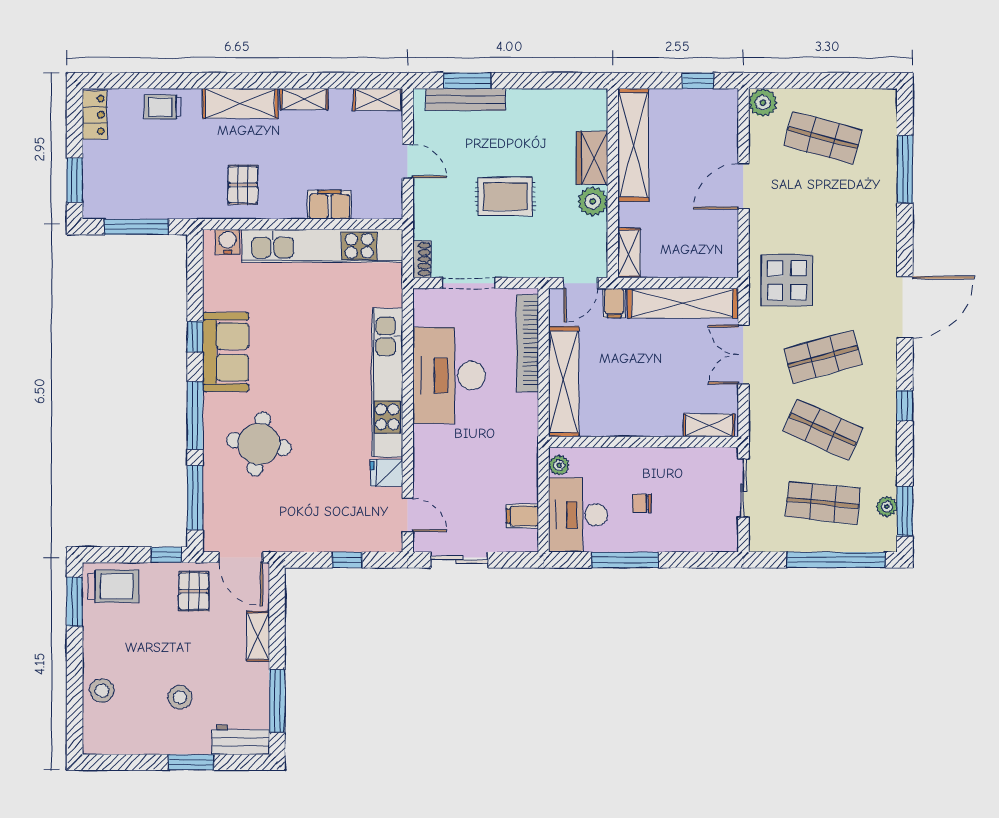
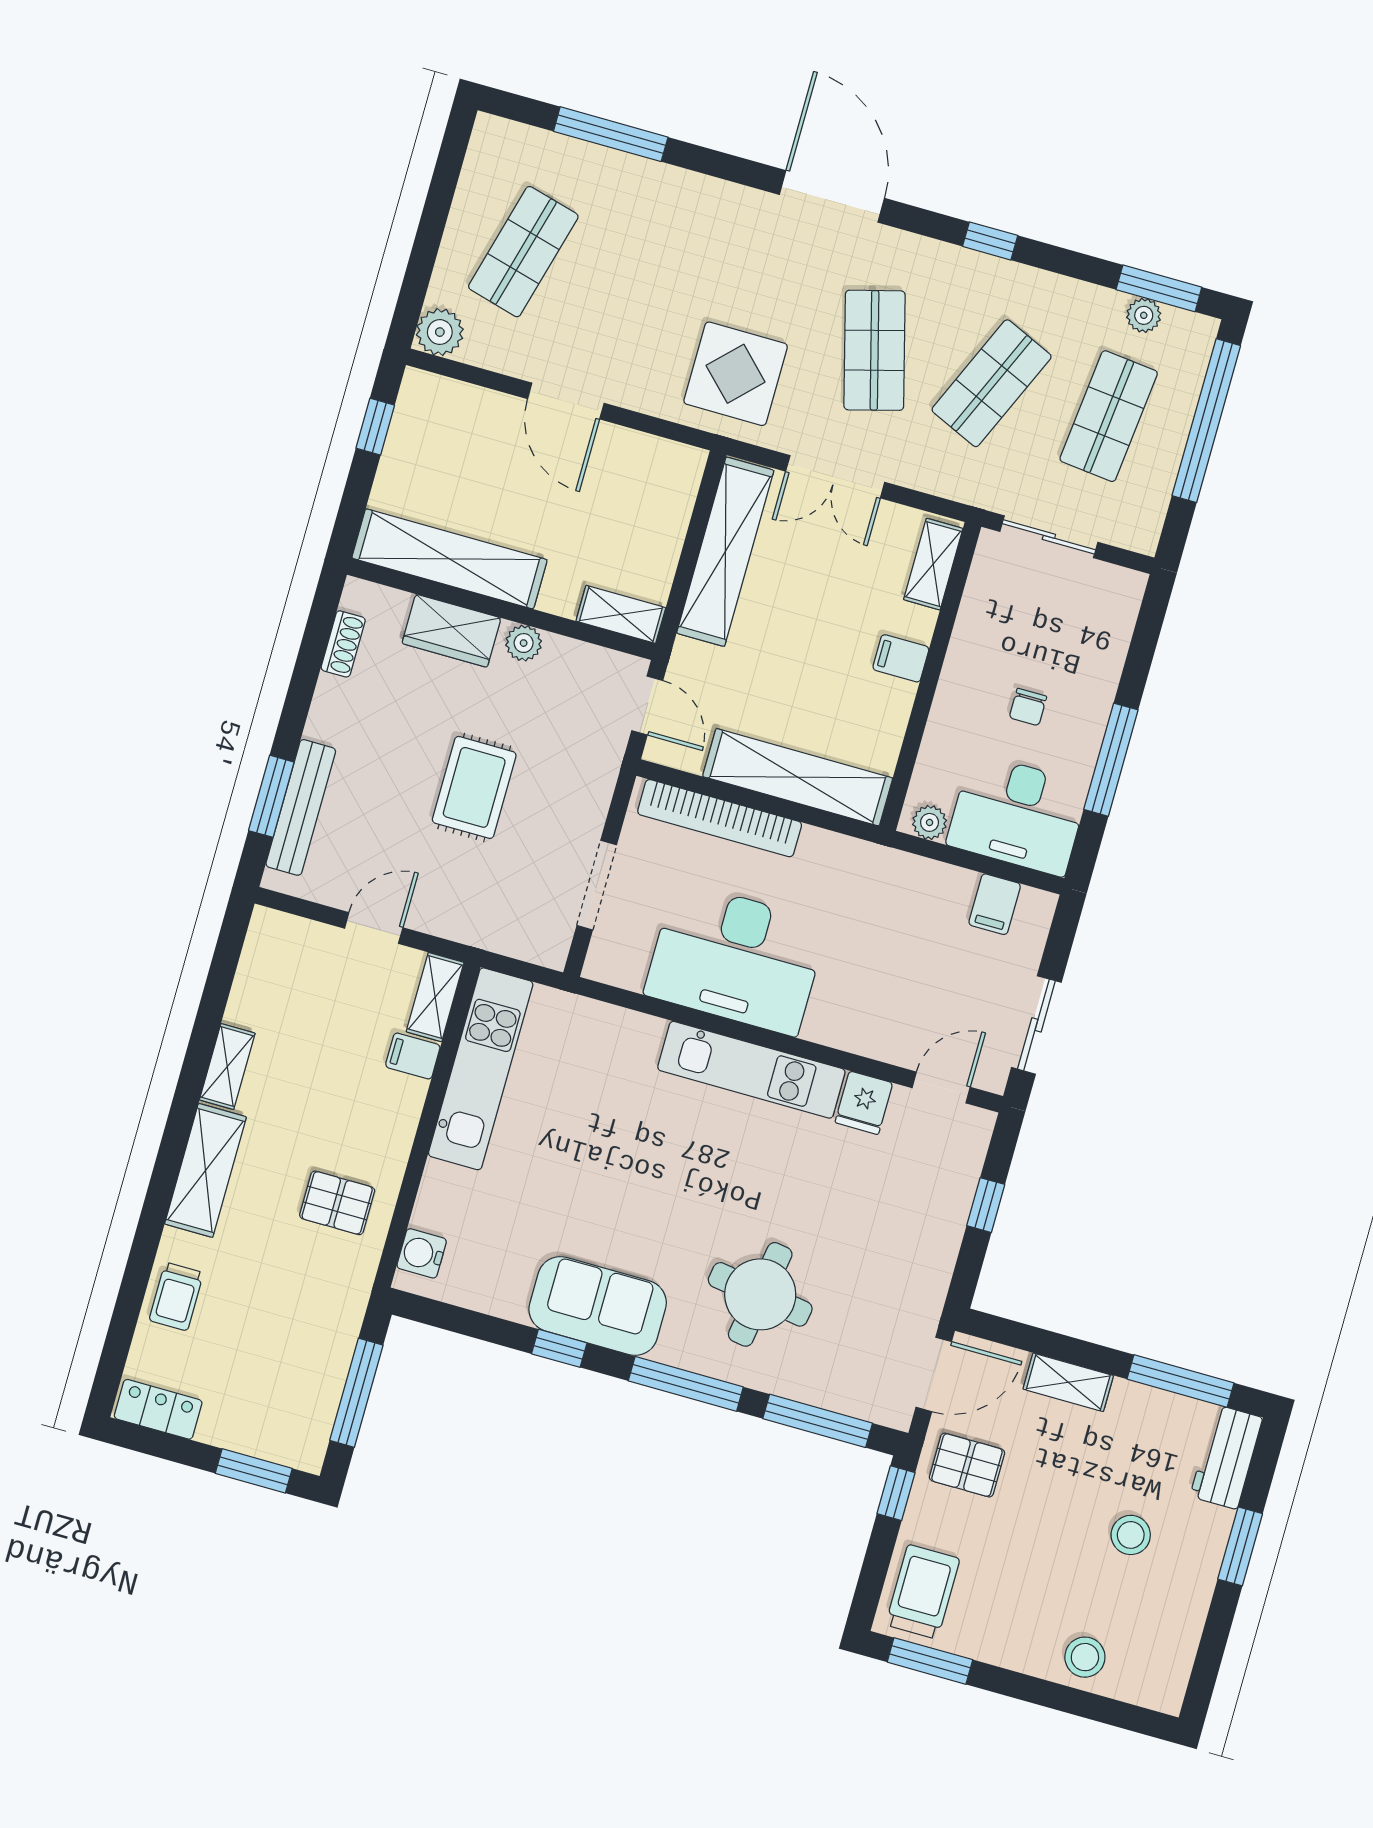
shelving: (378, 99) -> (435, 997), moved
plant: (593, 202) -> (524, 643), width x0.73, depth x0.73
filing cabinet: (329, 205) -> (413, 1056), width x0.50
kitchen unit: (322, 246) -> (481, 1069), width x0.73
shoe rack: (422, 259) -> (343, 644), moved, turned 90
filing cabinet: (614, 303) -> (901, 658), moved, turned 180
kitchen unit: (387, 383) -> (751, 1070), width x0.73

